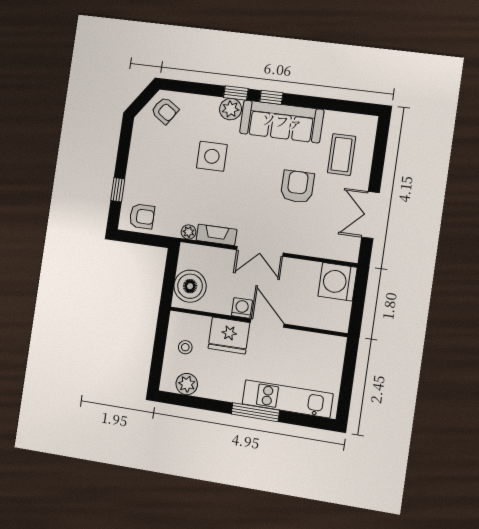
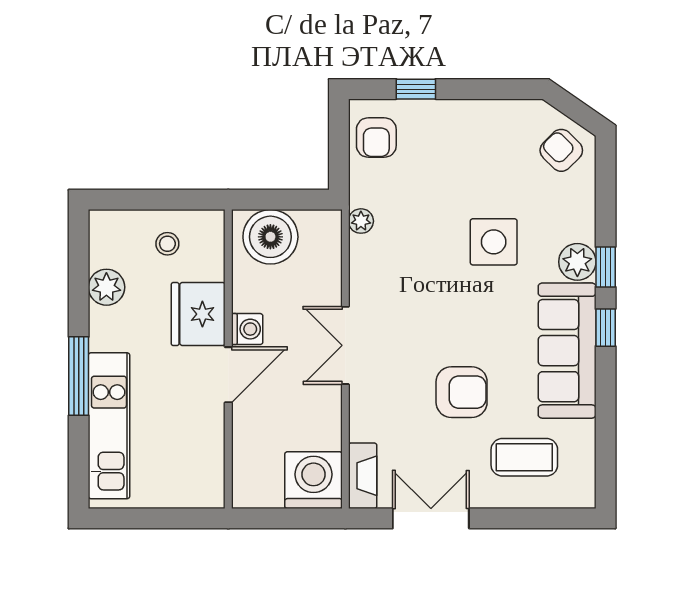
armchair: (165, 110) -> (561, 150), turned 101
fireplace: (216, 235) -> (363, 476), moved
plant: (187, 384) -> (106, 287), moved

